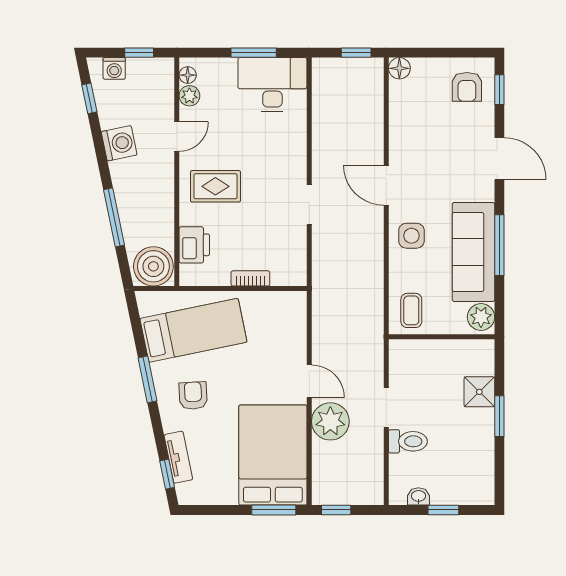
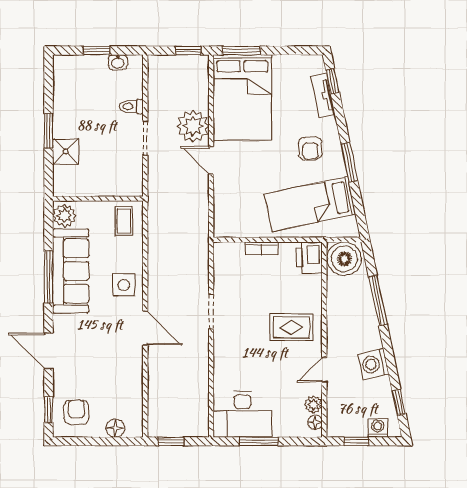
floor lamp: (399, 68) -> (115, 428), moved
printer: (194, 245) -> (309, 257), moved
toilet: (408, 441) -> (131, 106), width x0.73, depth x0.72

